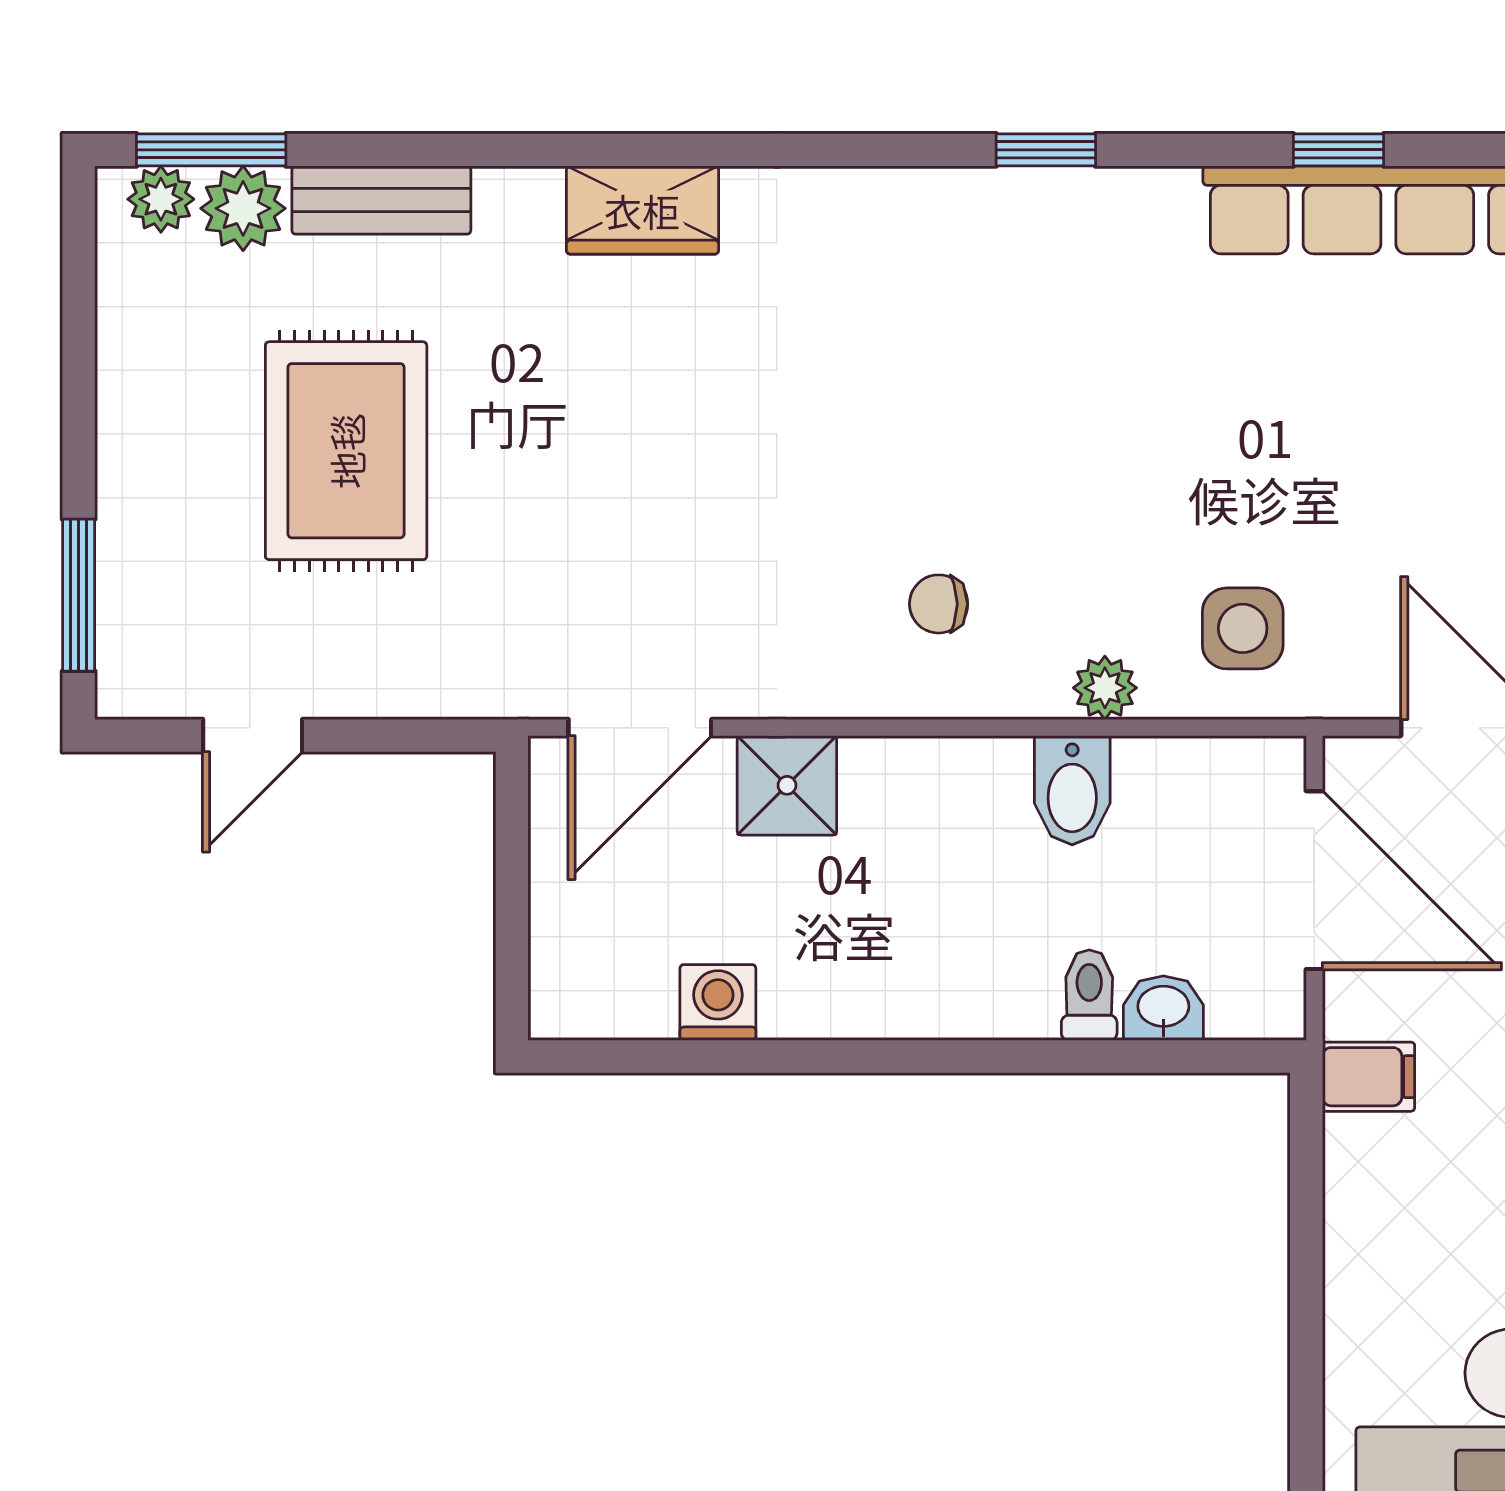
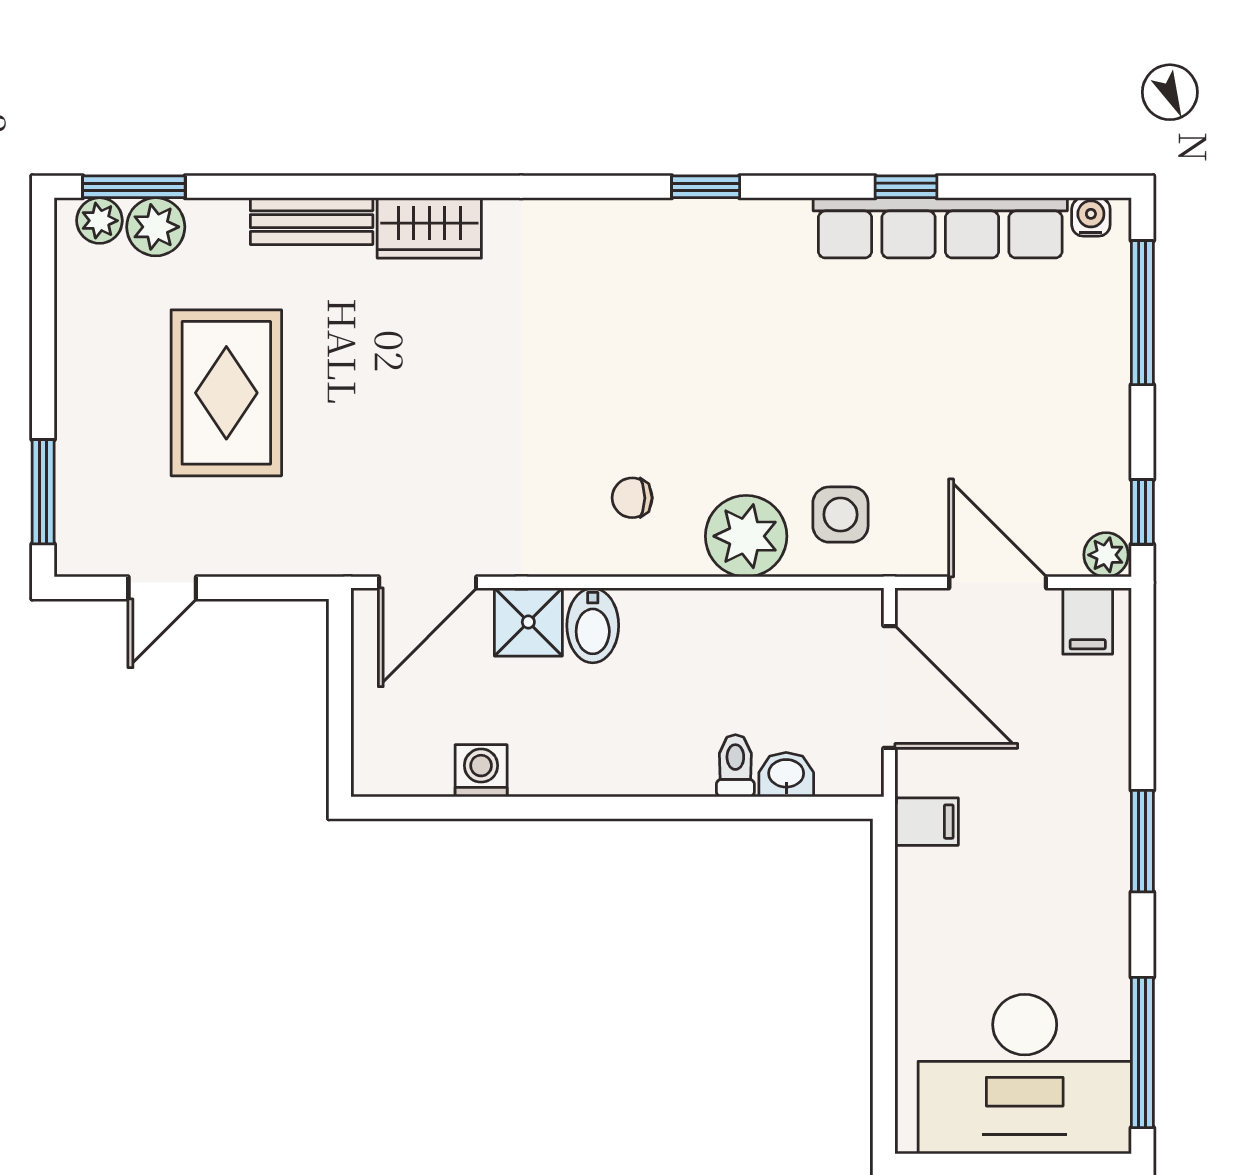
bench: (381, 200) -> (312, 221), moved
plant: (1105, 688) -> (746, 536), width x1.87, depth x1.87
bidet: (1072, 790) -> (593, 625), moved

